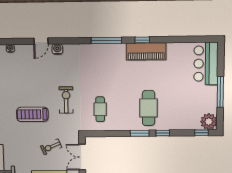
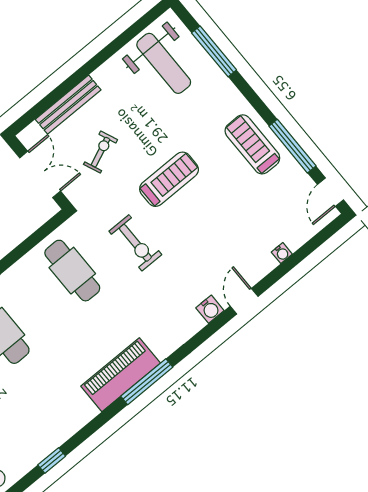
window: (142, 40) -> (52, 460), moved
piano: (146, 51) -> (121, 375), moved
cafe table: (100, 109) -> (72, 271), width x1.37, depth x1.35

